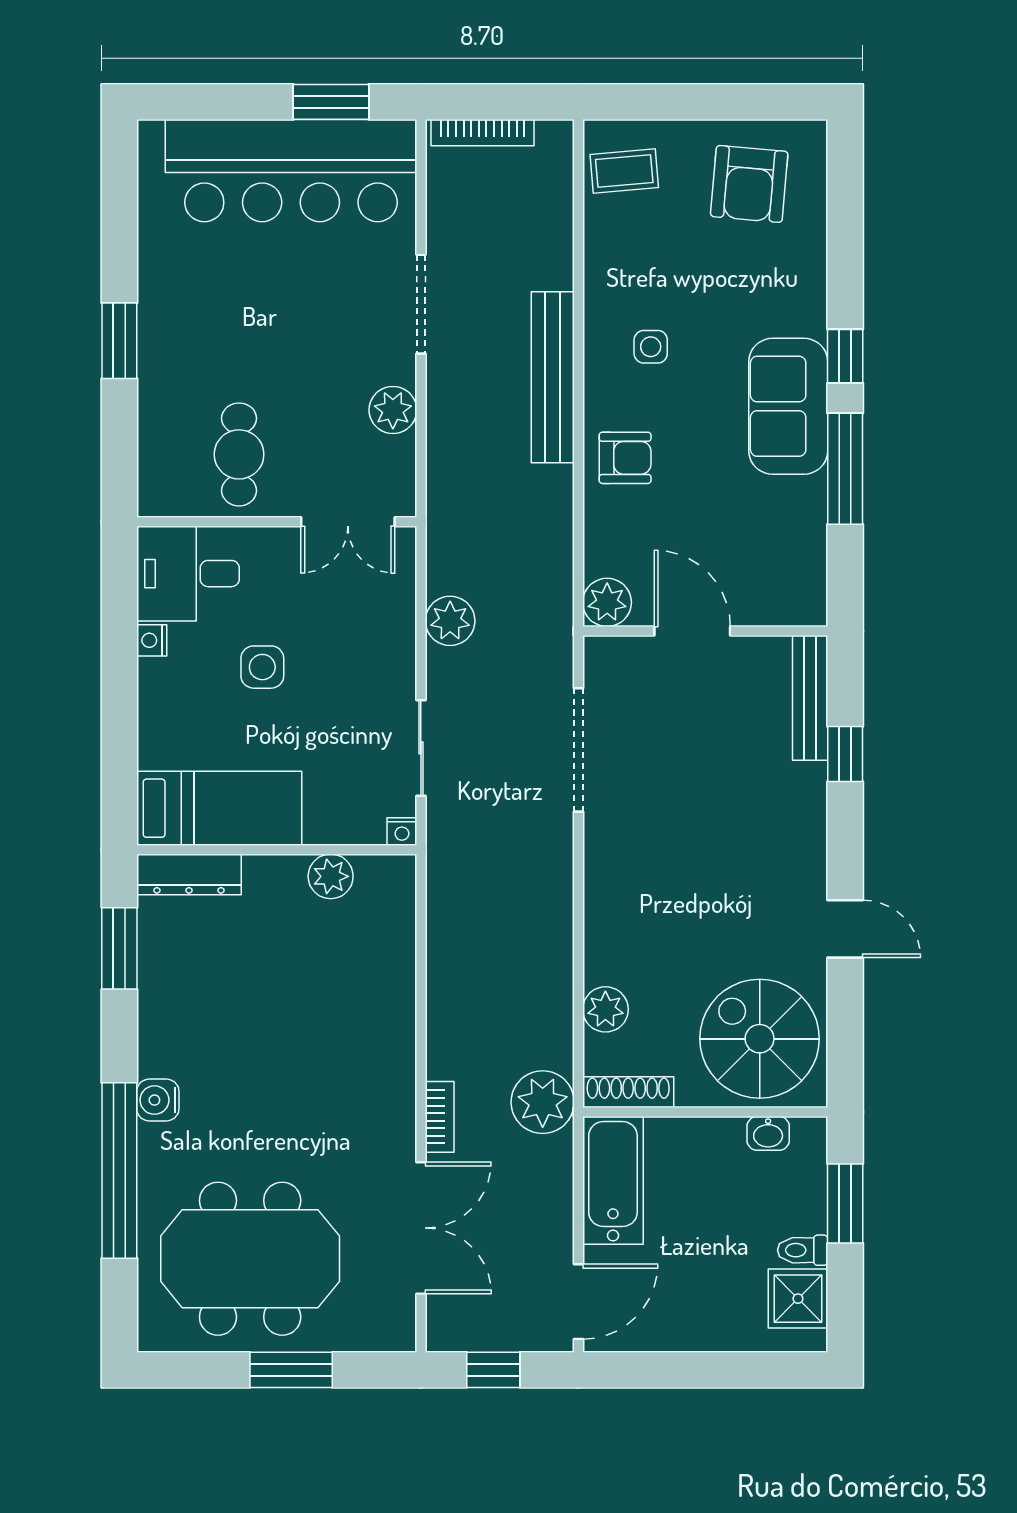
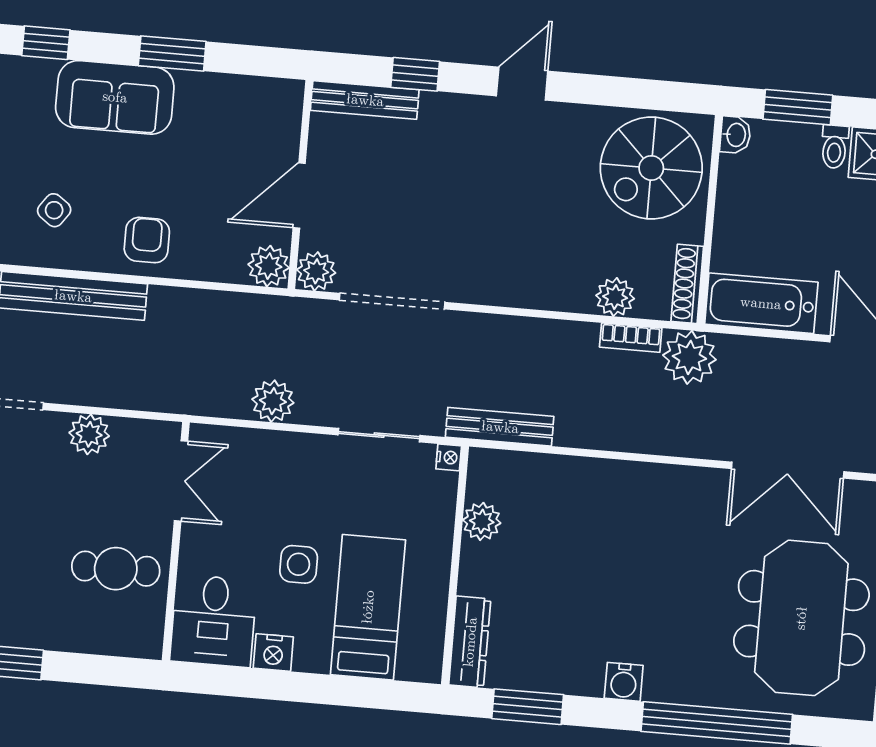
side table: (651, 347) -> (54, 210), turned 36
window: (845, 356) -> (46, 43), moved
window: (845, 469) -> (172, 54), width x0.69
nightstand: (152, 640) -> (273, 653), width x1.39, depth x1.35
plant: (606, 658) -> (316, 271), added
bed: (219, 808) -> (368, 607), moved
bench: (443, 888) -> (500, 427), added
door: (845, 929) -> (522, 84), moved
water cooler: (158, 1100) -> (624, 682), moved
bookcase: (440, 1117) -> (631, 338), moved, turned 180
washbasin: (768, 1133) -> (735, 135), moved
double door: (421, 1228) -> (788, 470), swing flipped

